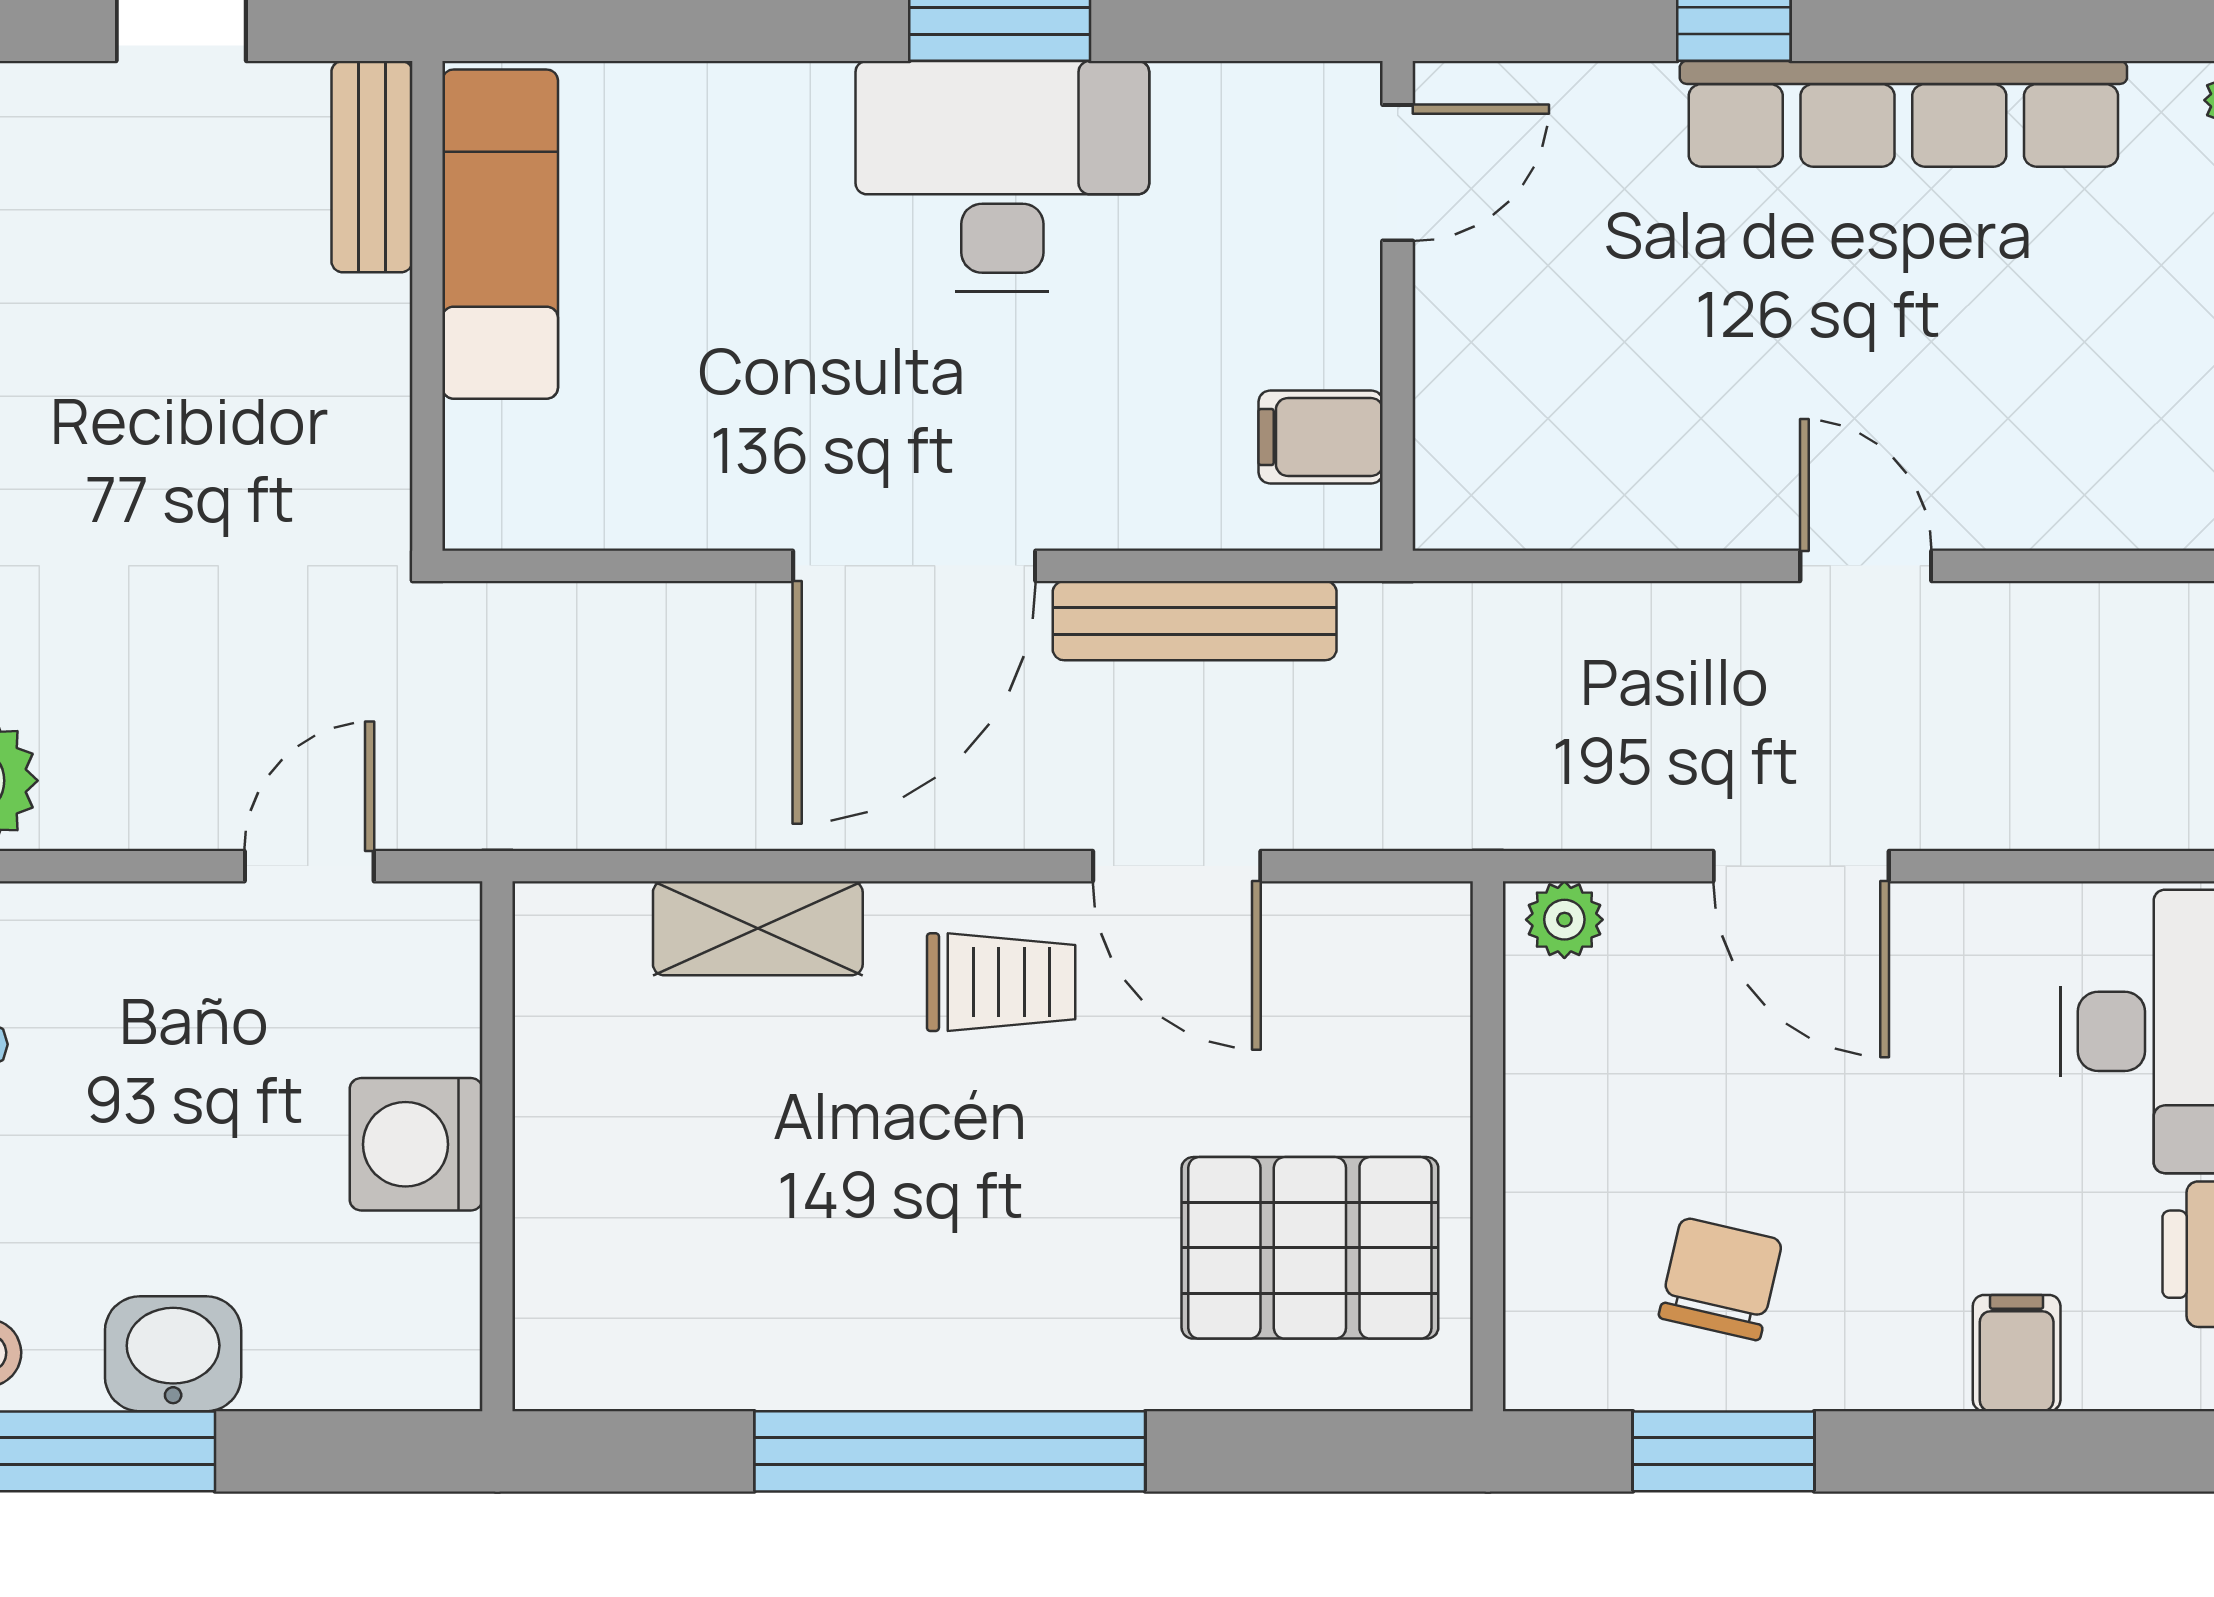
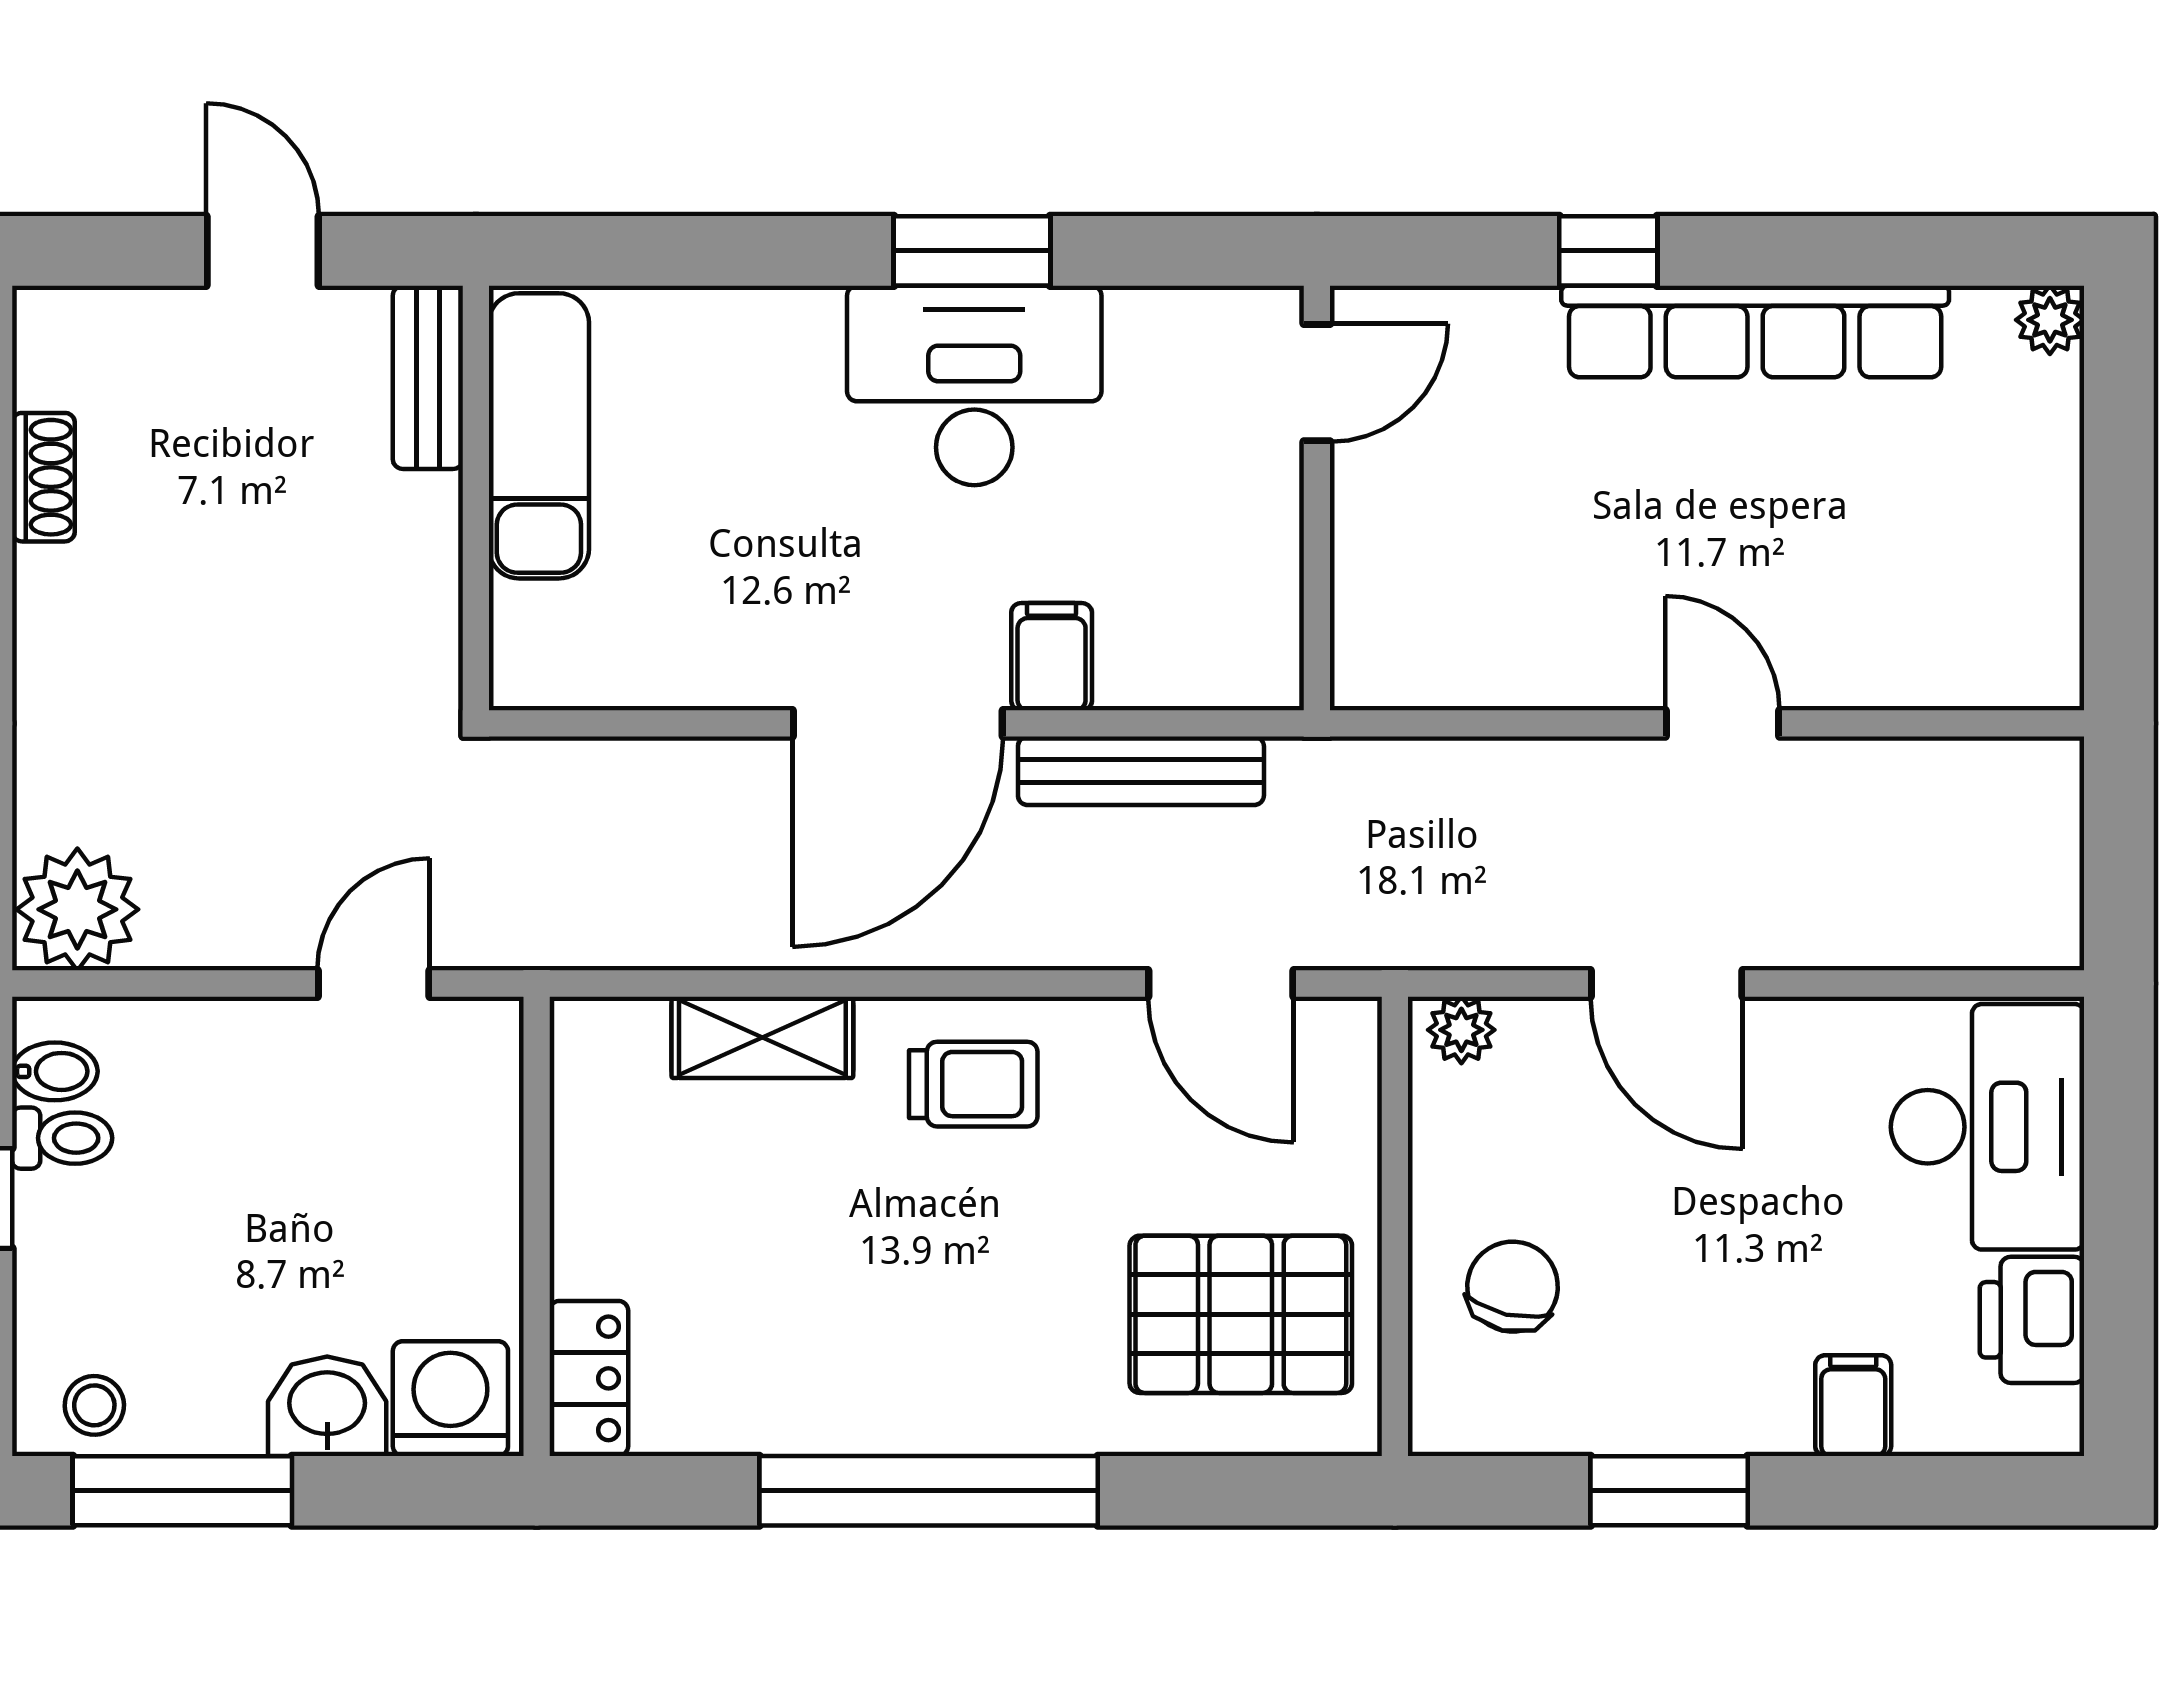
filing cabinet: (1321, 437) -> (1052, 657), moved, turned 90
door: (1177, 866) -> (1221, 984), moved
washing machine: (416, 1144) -> (450, 1399), moved, turned 90
chair: (1720, 1279) -> (1513, 1287), moved
locker: (558, 1322) -> (589, 1378), added
washbasin: (173, 1354) -> (327, 1406), moved
window: (1724, 1451) -> (1669, 1491), moved

